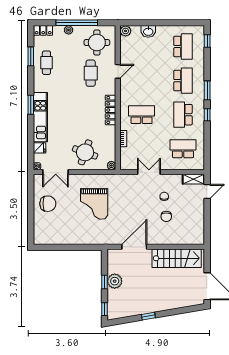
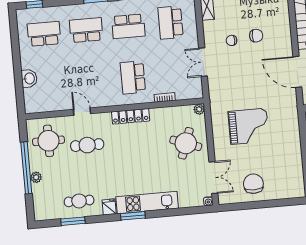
locker: (43, 30) -> (39, 209), removed
plant: (126, 31) -> (31, 107), removed
fridge: (40, 148) -> (109, 207), moved

